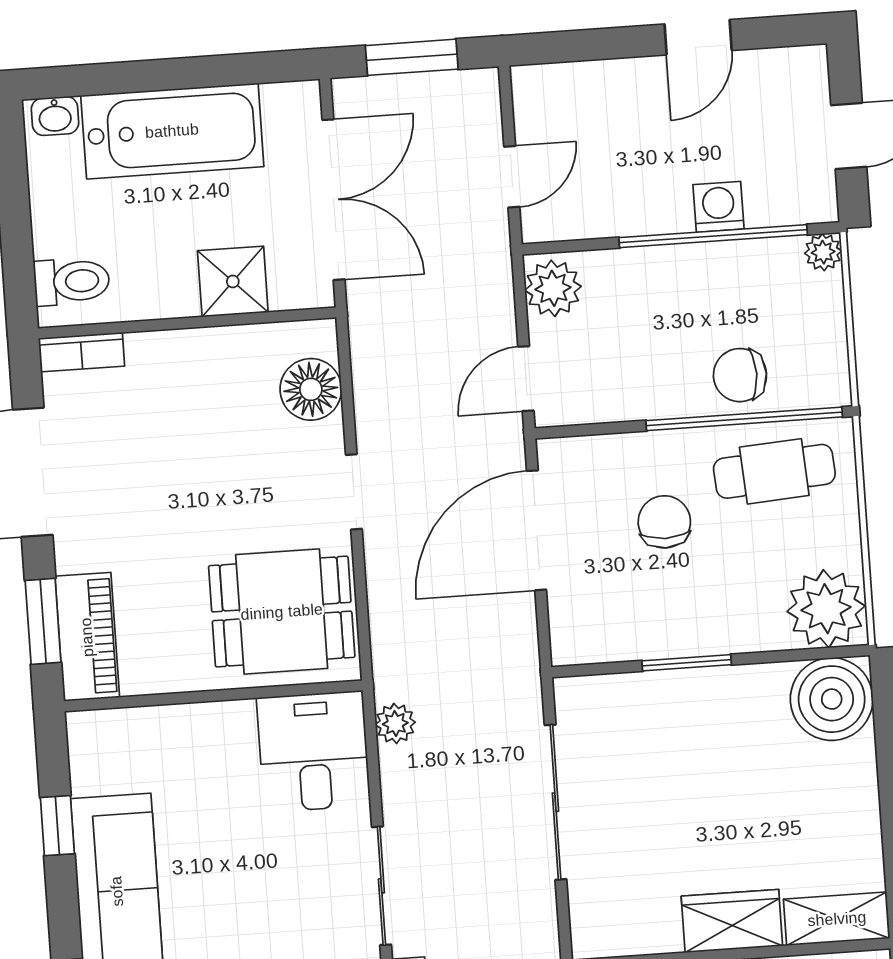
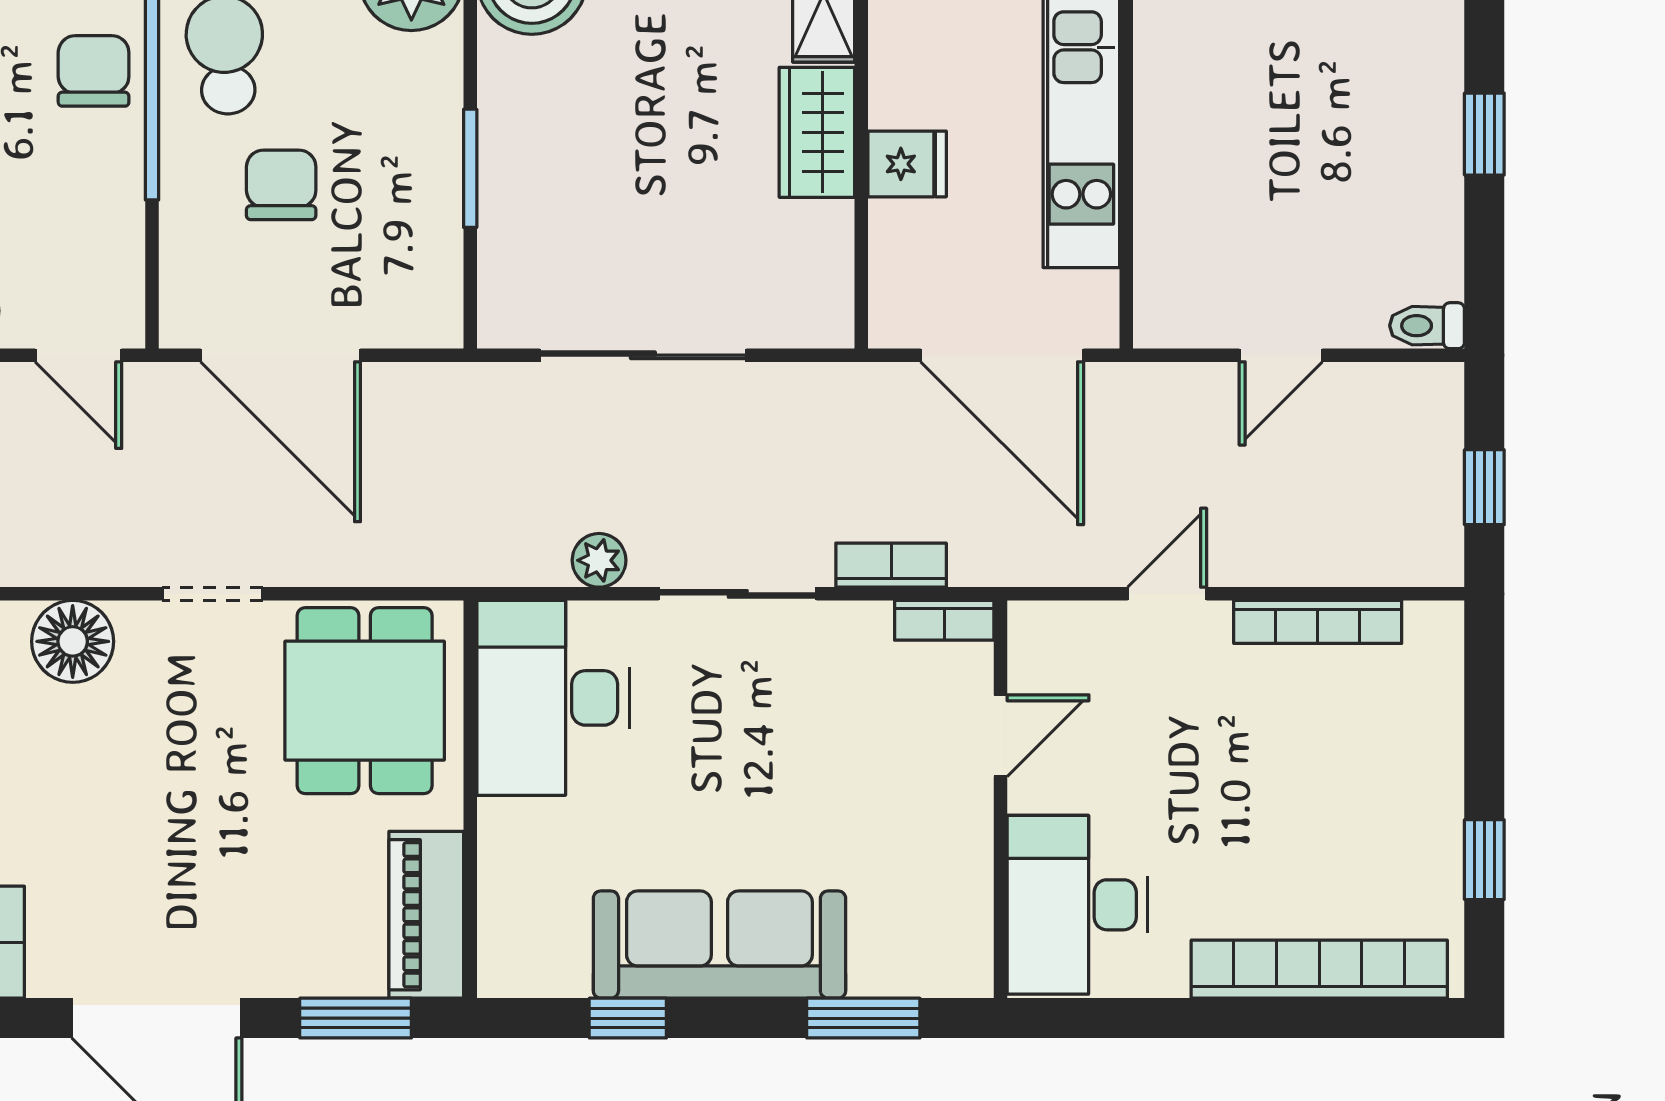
chair: (740, 375) -> (94, 71), turned 180
chair: (664, 522) -> (281, 185), turned 90
piano: (87, 637) -> (426, 915), moved, turned -90
plant: (395, 723) -> (599, 560), moved
desk: (314, 752) -> (553, 698), width x1.37

